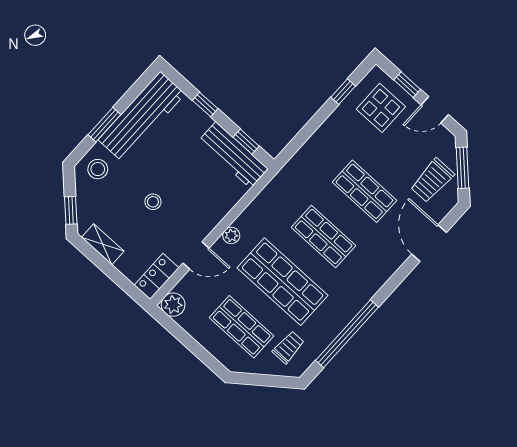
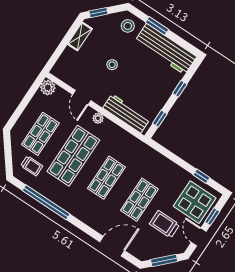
display table: (381, 108) -> (195, 202), width x1.36, depth x1.36
workbench: (233, 155) -> (126, 114), moved, turned 90
trolley: (432, 180) -> (164, 224), moved
locker: (157, 276) -> (64, 74), removed

